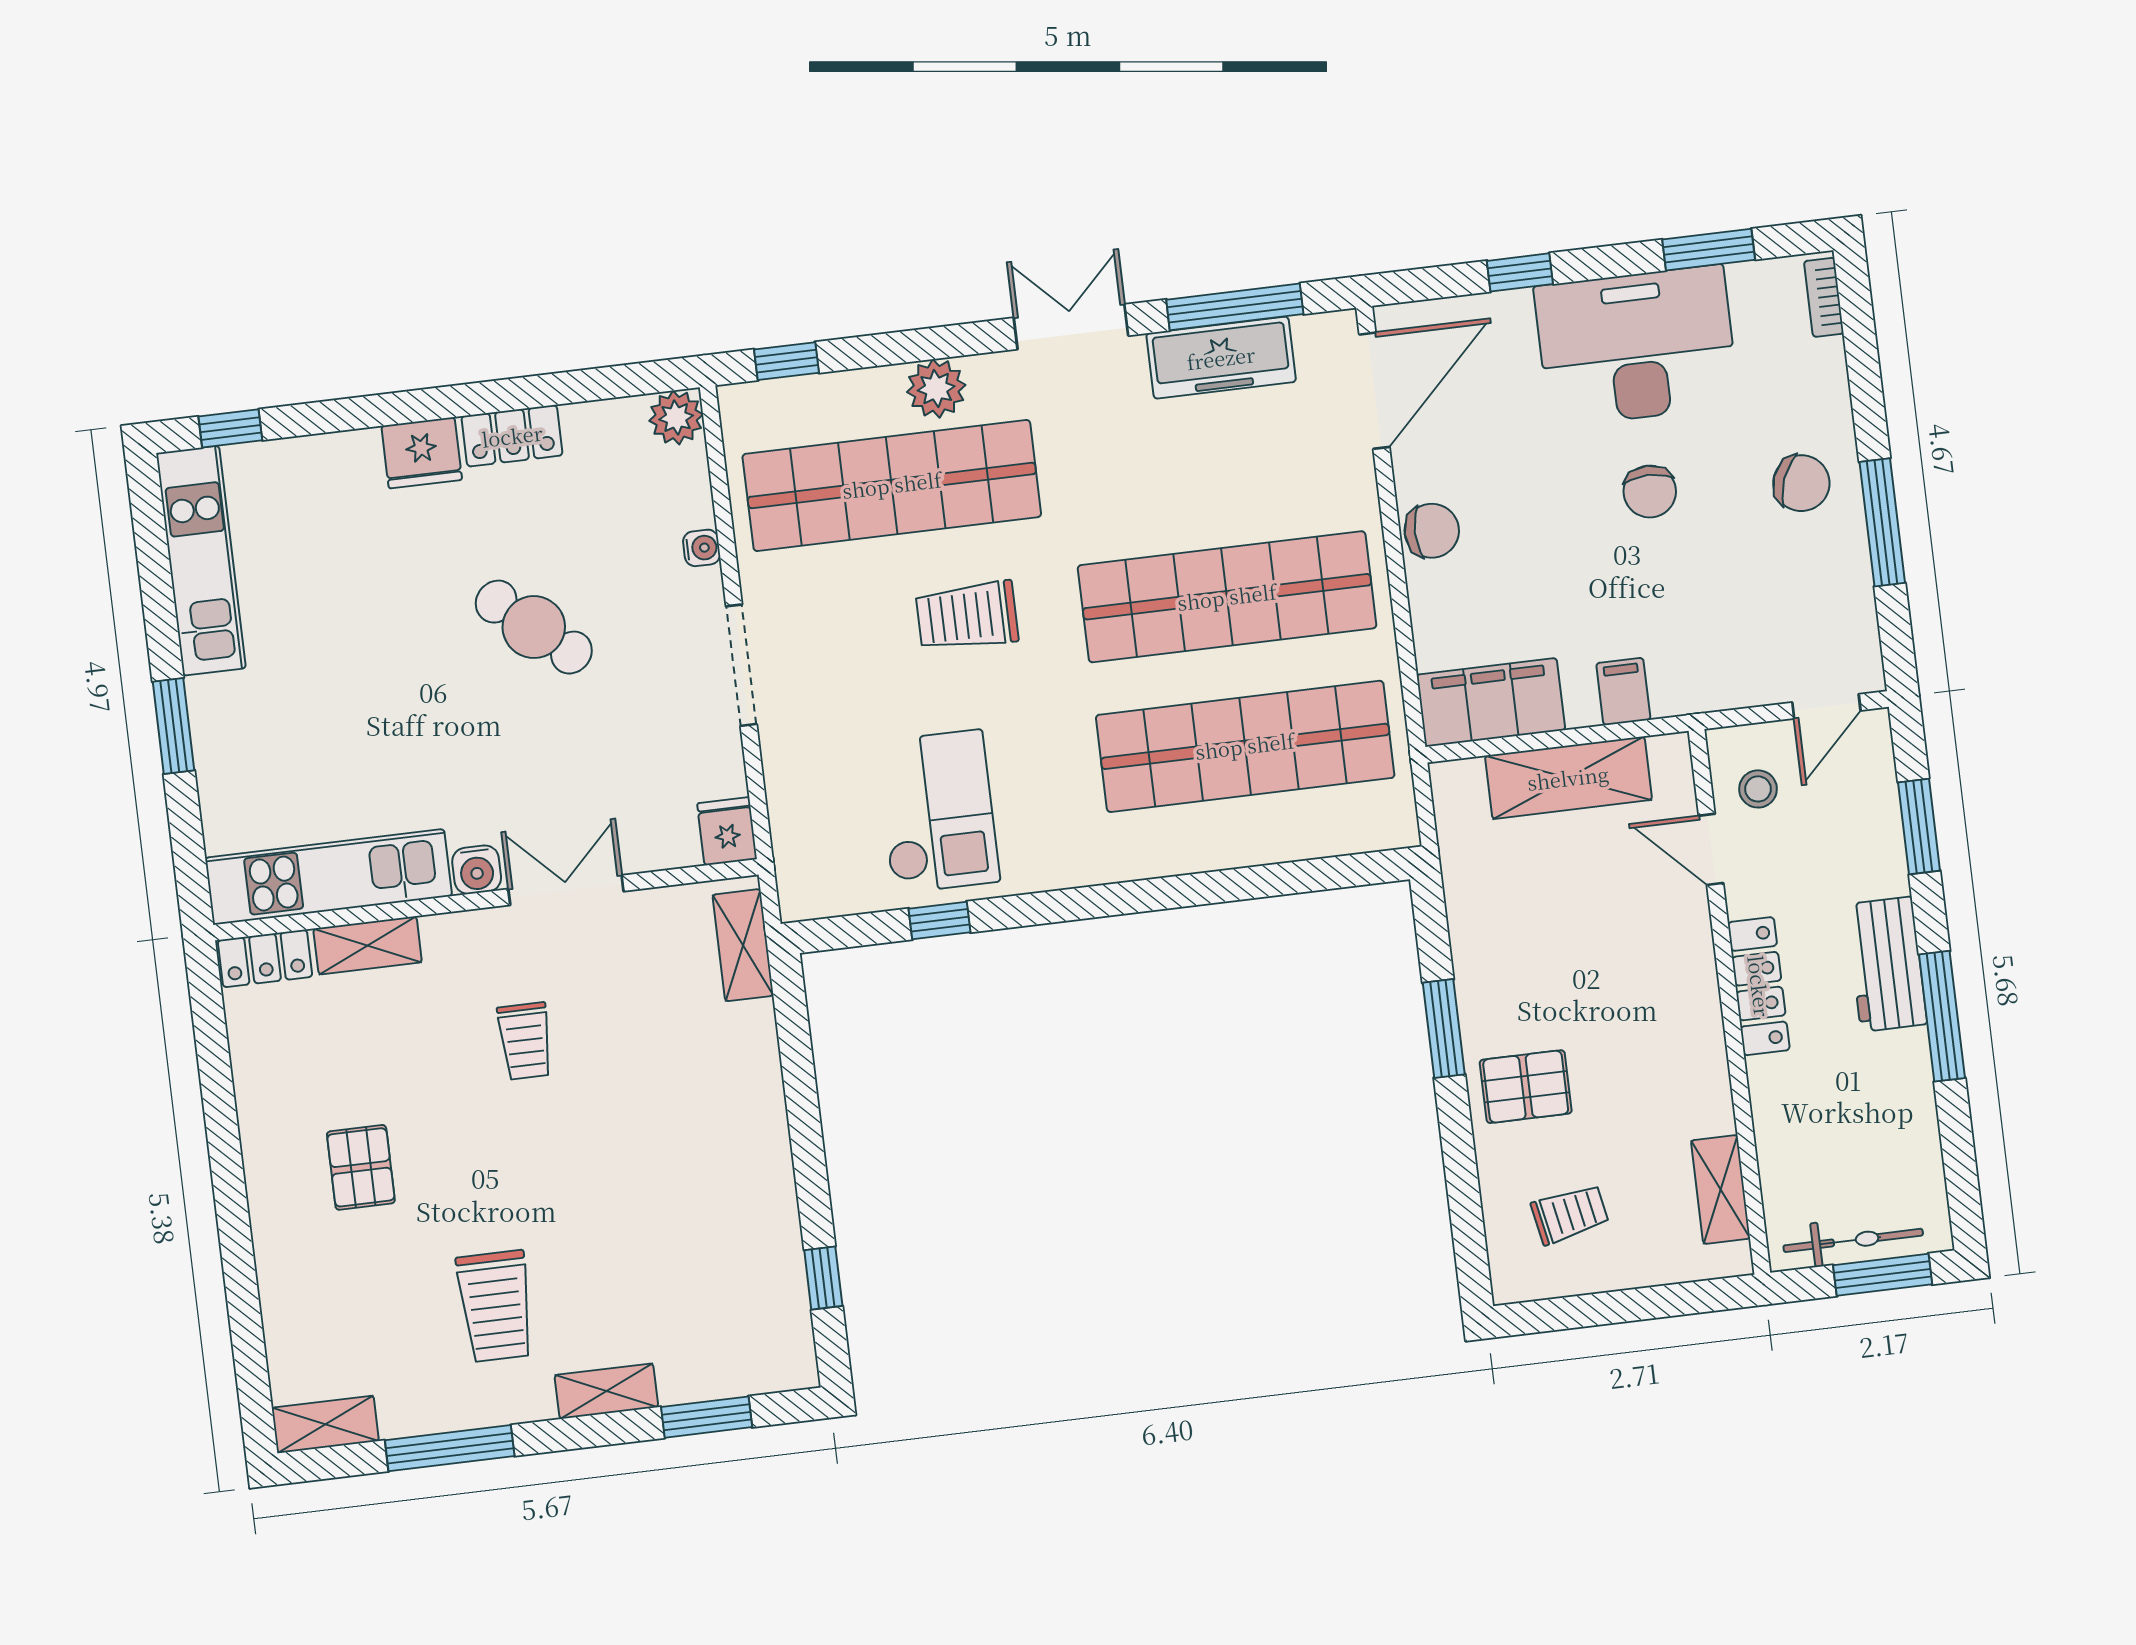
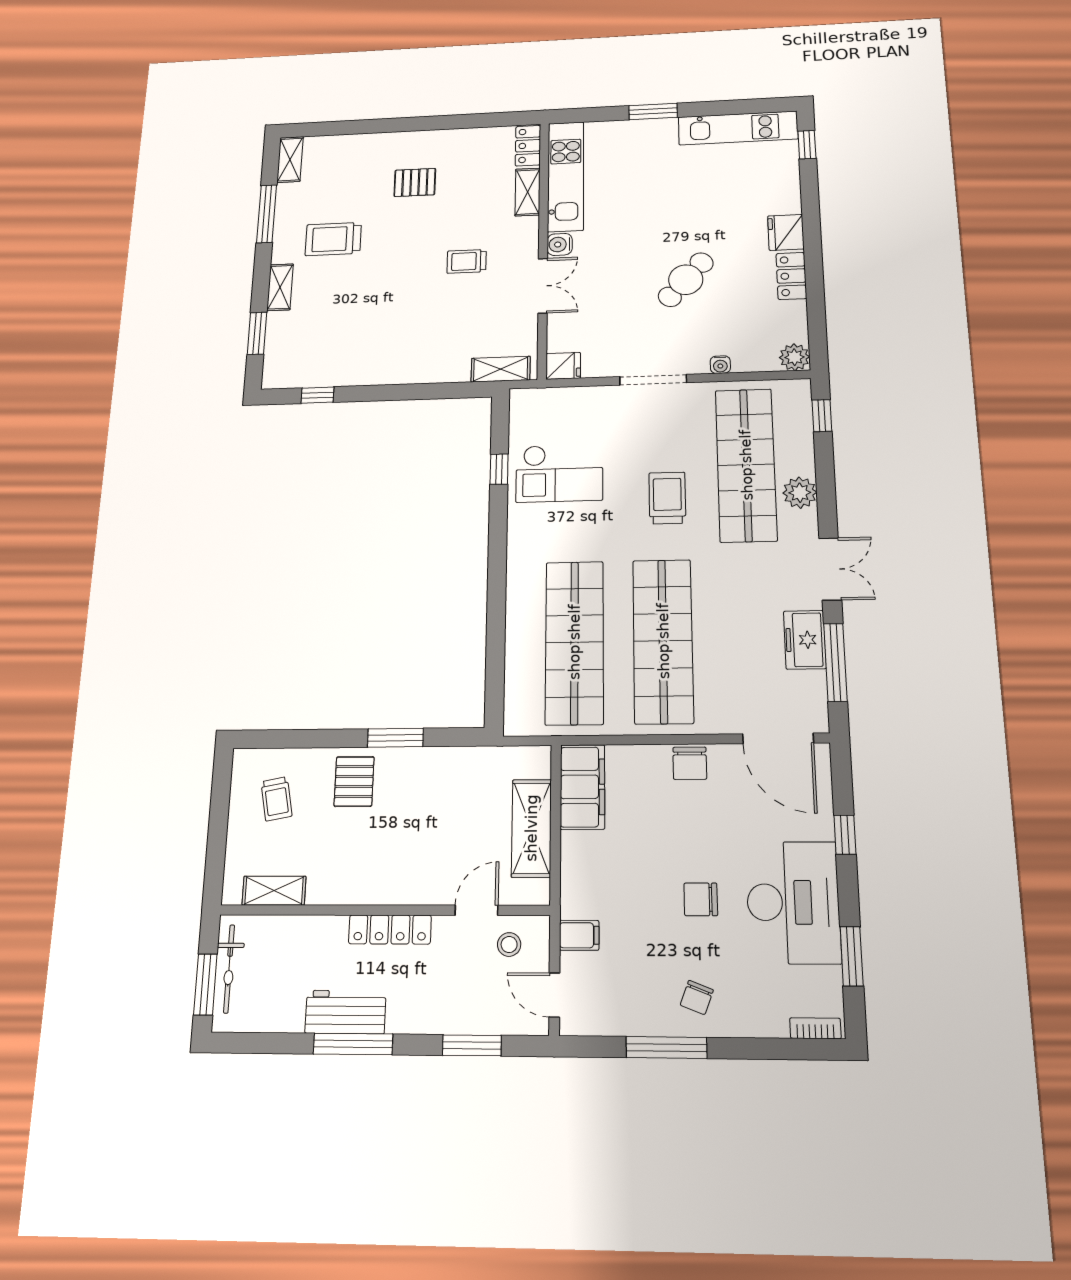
freezer: (1221, 358) -> (805, 640), width x0.71
chair: (1801, 483) -> (697, 997), width x0.73, depth x0.73
filing cabinet: (1623, 691) -> (579, 935), moved
workbench: (1886, 964) -> (345, 1012), moved

